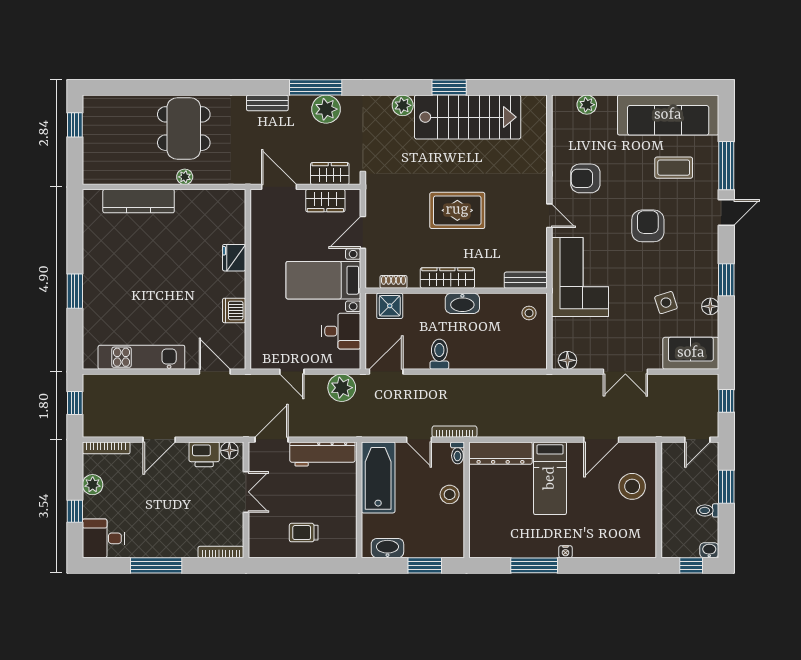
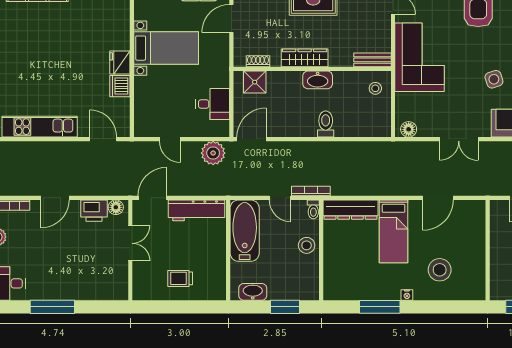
fridge: (234, 258) -> (120, 62), moved
bed with nightstands: (323, 280) -> (166, 48), moved, turned 180
toilet: (439, 354) -> (326, 124), moved
stool: (632, 486) -> (440, 270), moved
bookcase: (221, 552) -> (109, 295), removed

